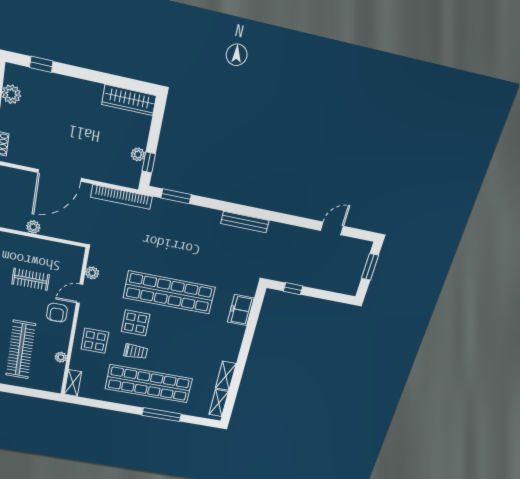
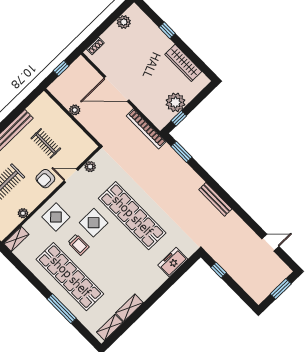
window: (41, 64) -> (167, 30), moved
wardrobe: (129, 100) -> (183, 63), moved
plant: (138, 154) -> (175, 102), width x1.87, depth x1.87

